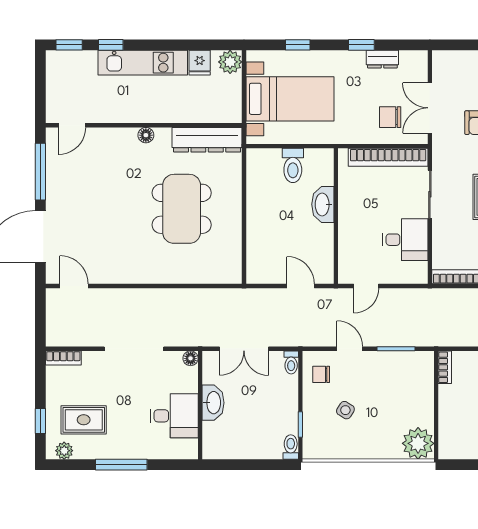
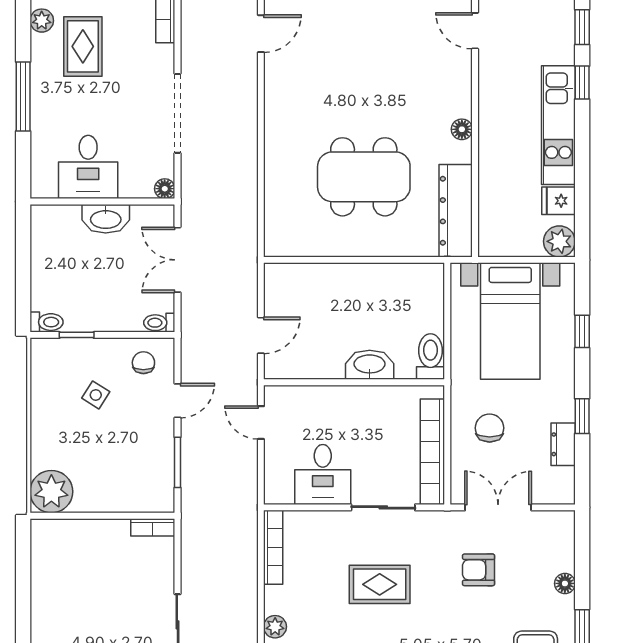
chair: (390, 117) -> (490, 428), moved
toilet: (293, 165) -> (431, 357), moved, turned 90

